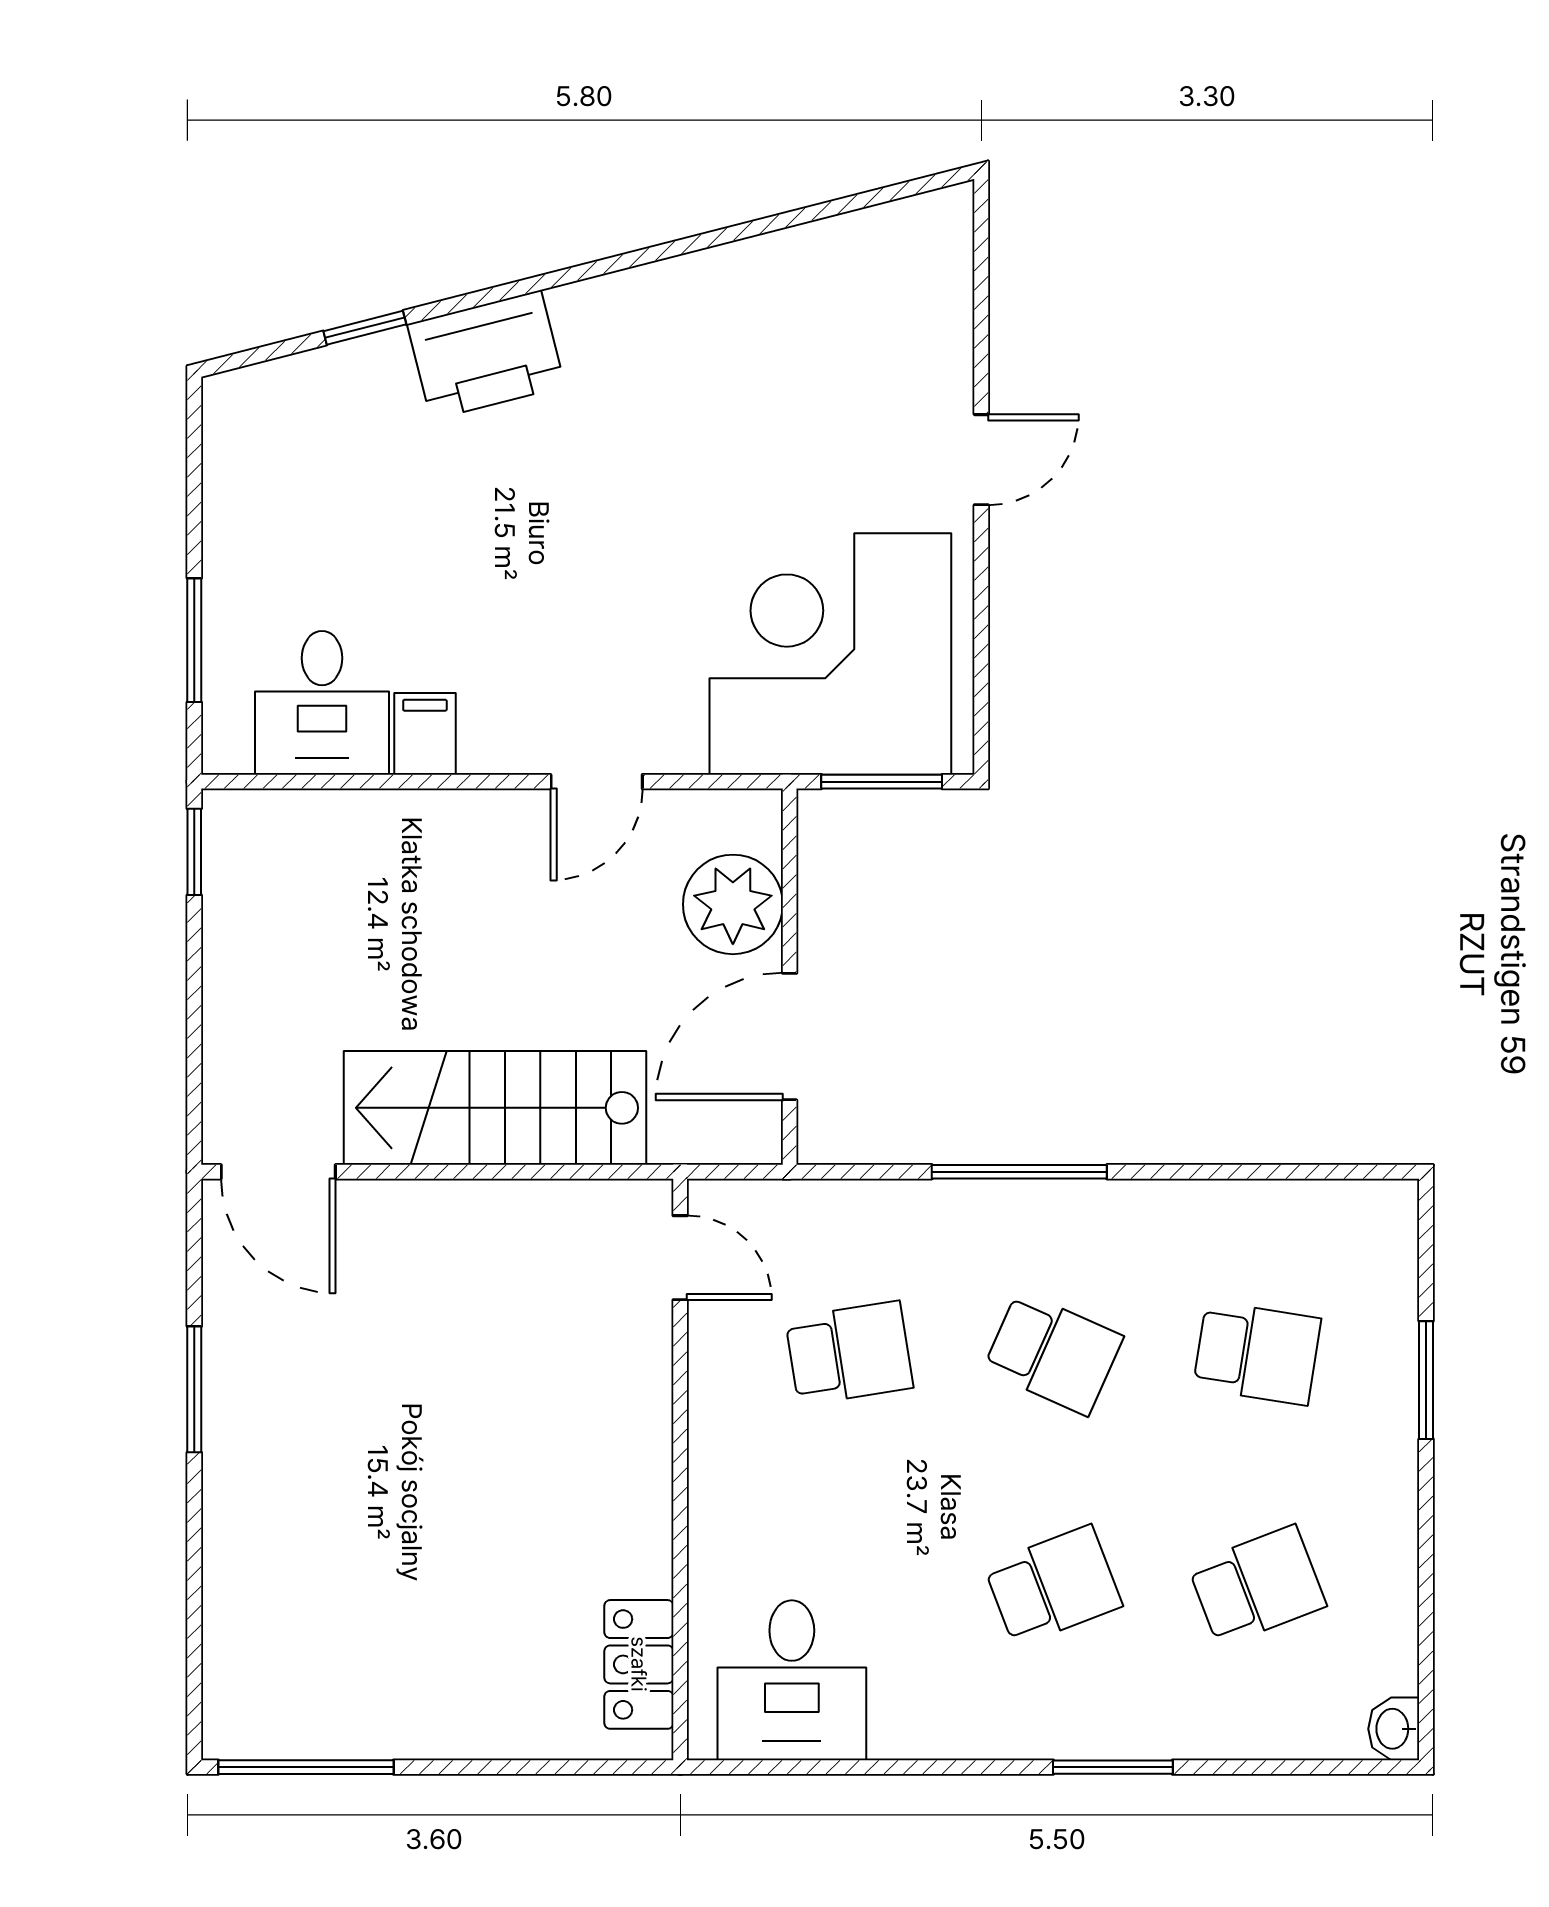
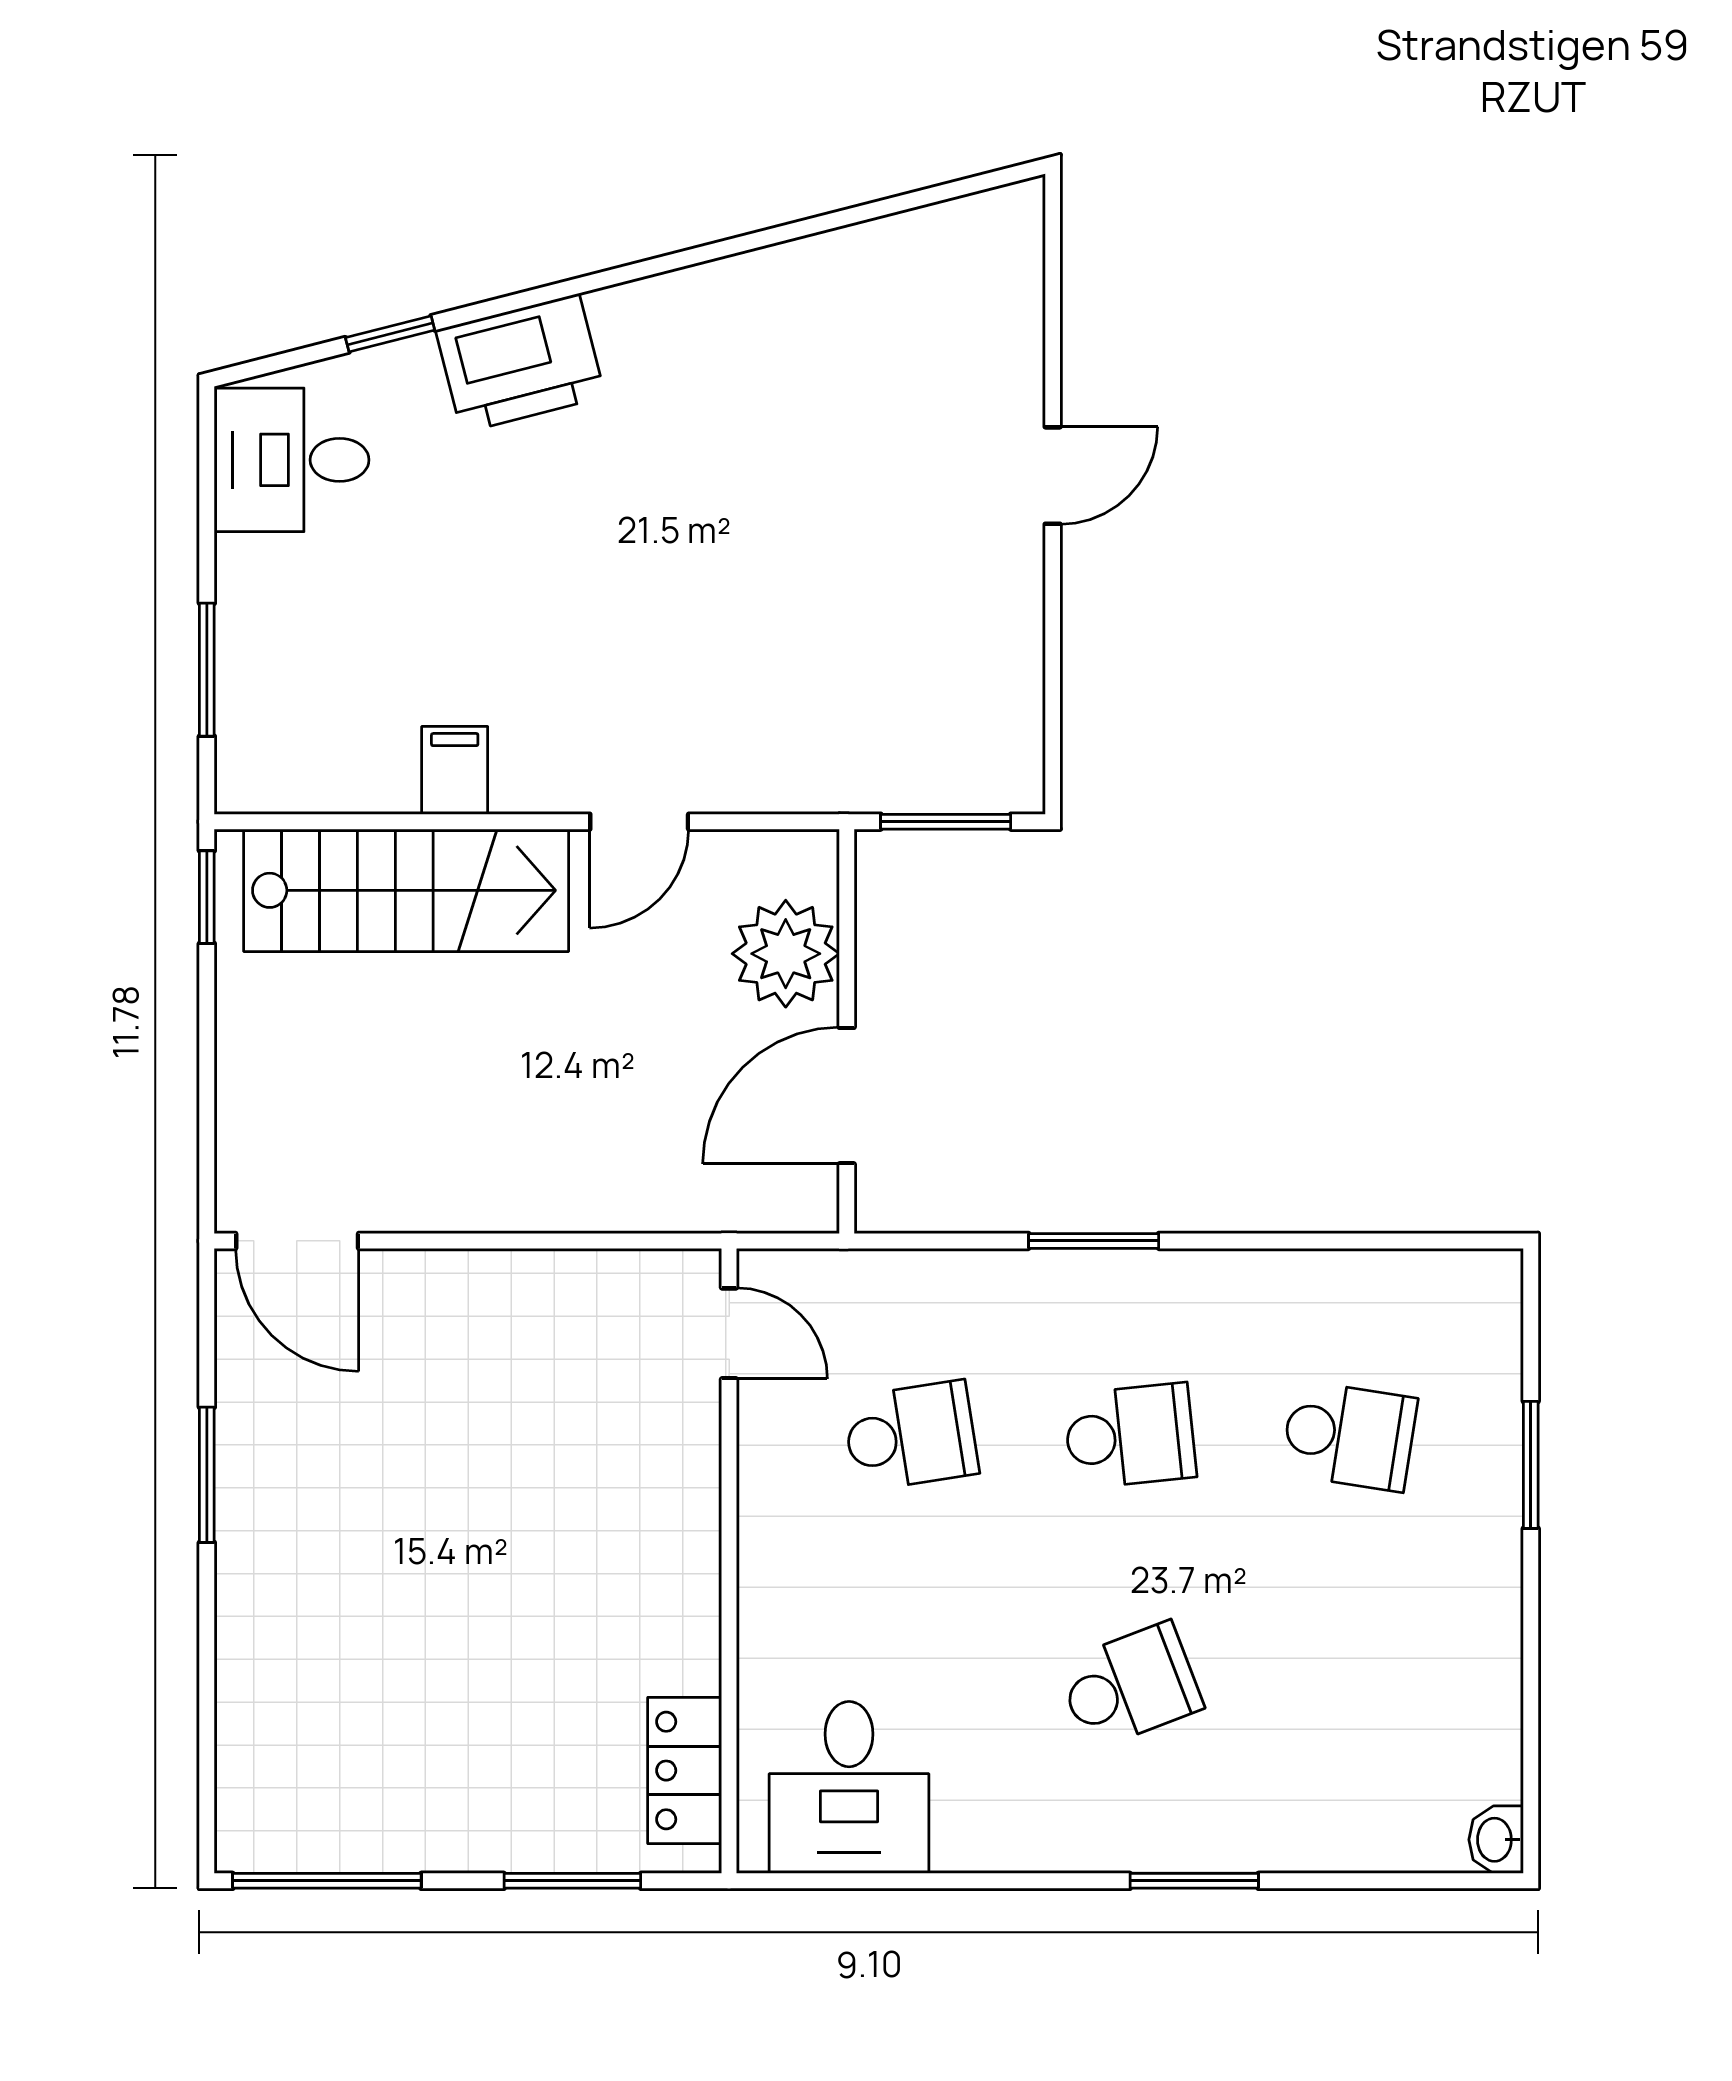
corner desk: (830, 654) -> (890, 684), removed
desk: (322, 703) -> (292, 460), moved, turned 90
stairs: (495, 1108) -> (406, 890), moved, turned 180
window: (1019, 1172) -> (1094, 1241), width x0.69
school desk: (1053, 1353) -> (1130, 1436), turned -30
school desk: (1257, 1586) -> (1349, 1686), removed
window: (534, 1767) -> (572, 1881), added

